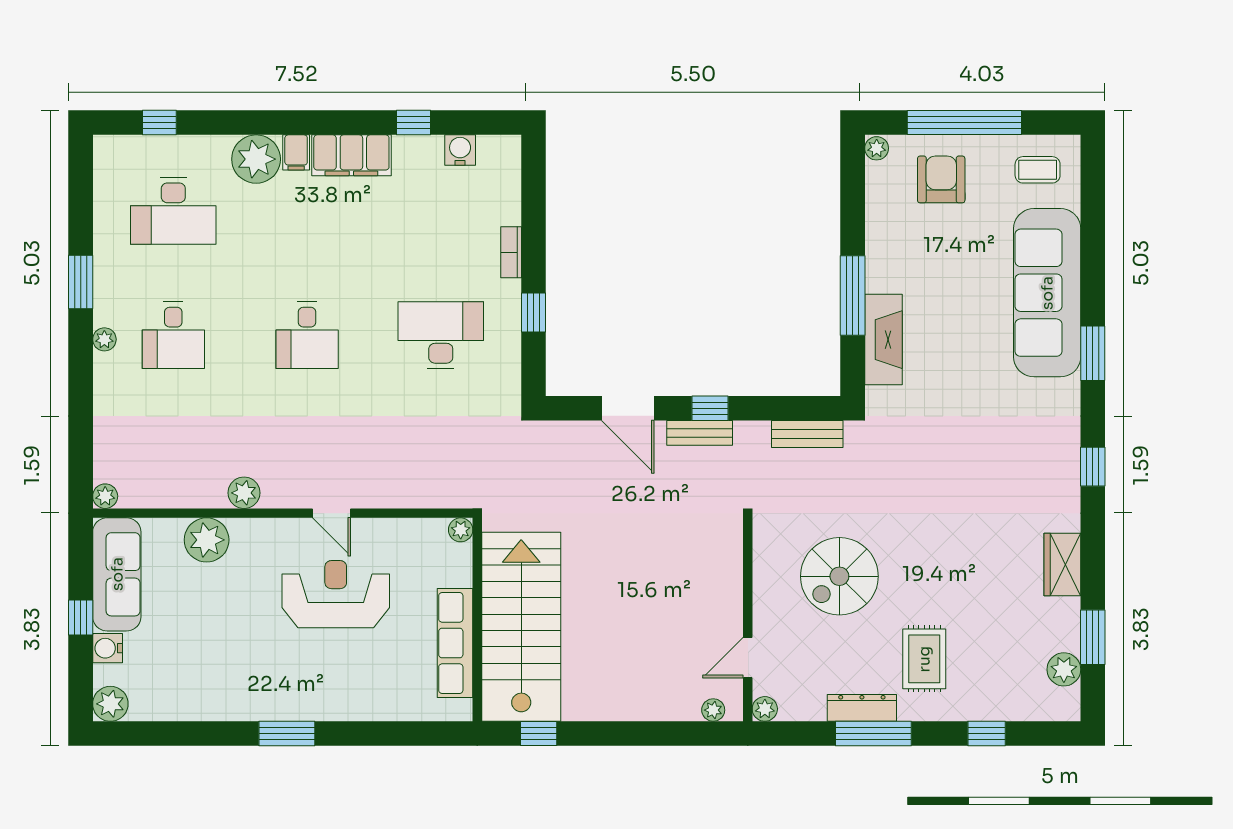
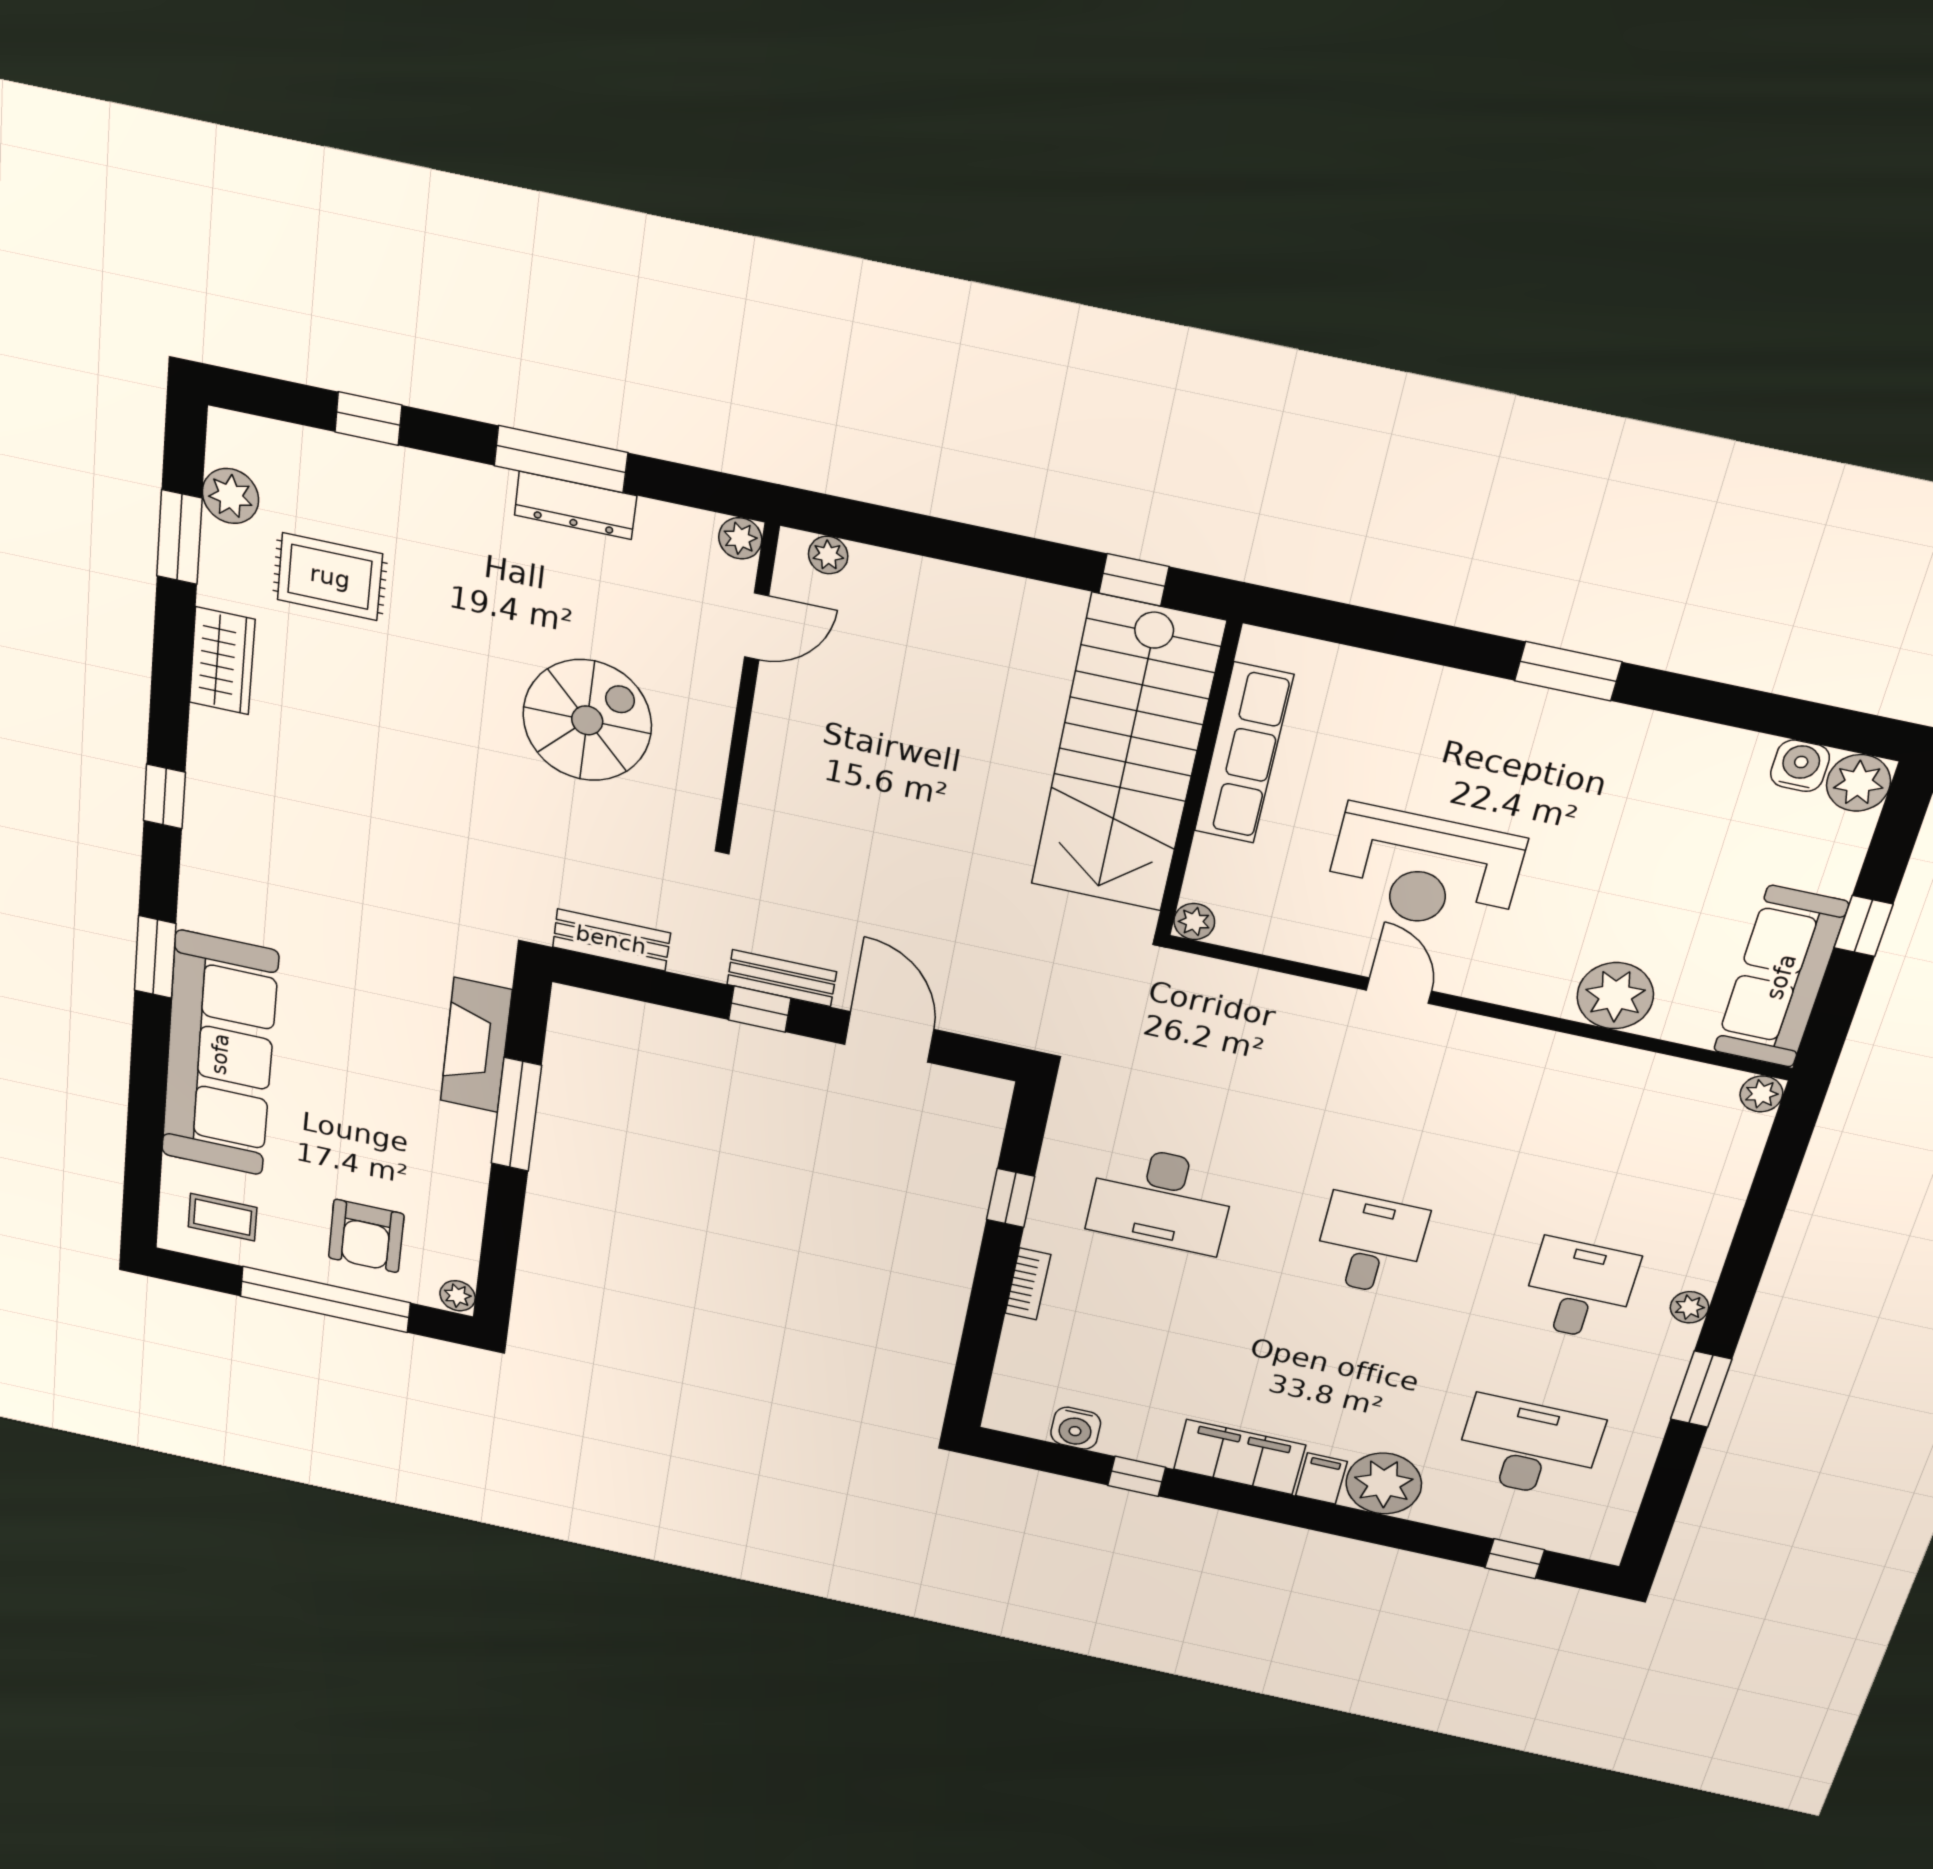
plant: (244, 493) -> (1533, 1050), removed
water cooler: (108, 648) -> (1800, 766), moved, turned -90
rug: (924, 659) -> (330, 577), moved, turned 90

